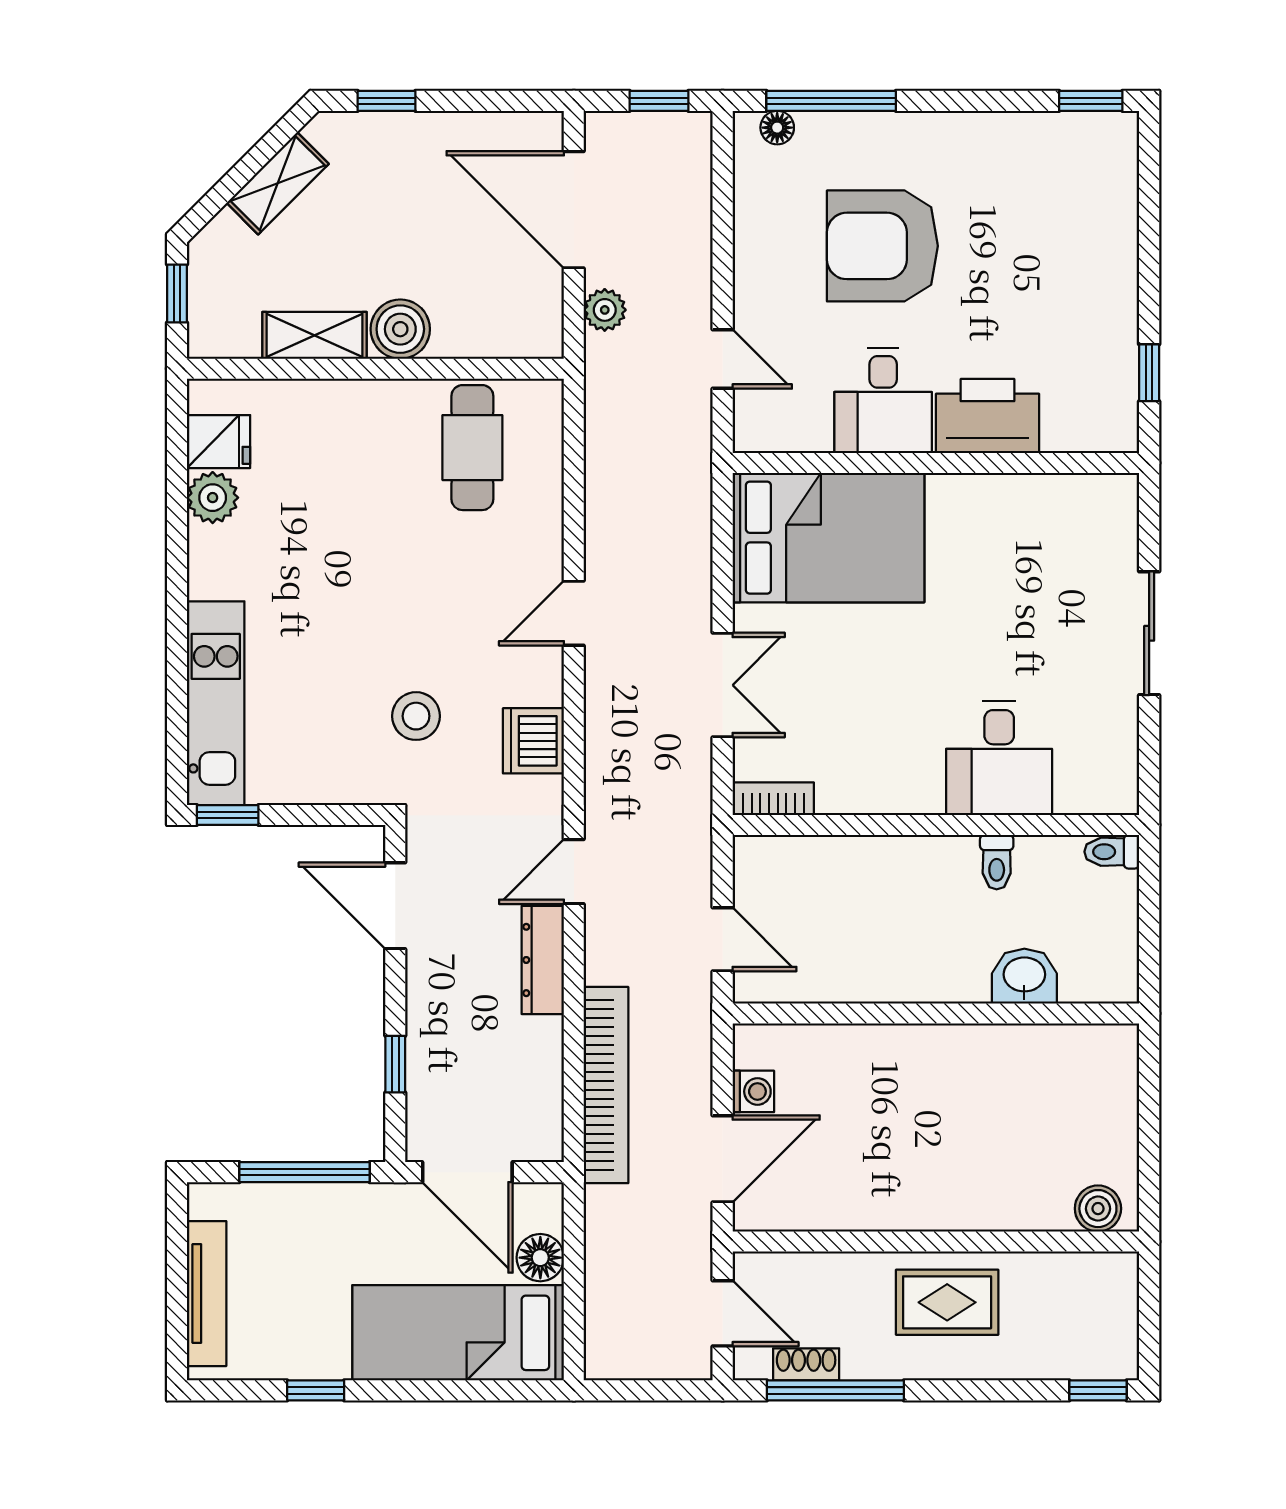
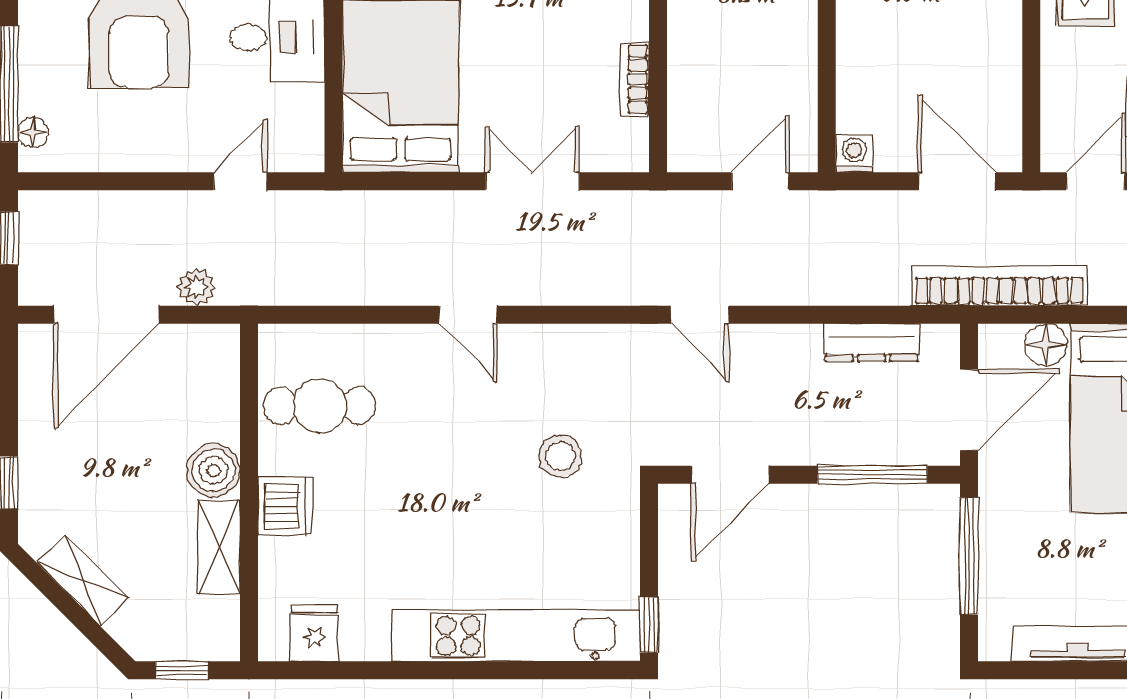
plant: (213, 498) -> (364, 638), removed
kitchen unit: (216, 703) -> (516, 636), width x1.36
dishwasher: (533, 741) -> (285, 506), moved, turned -90
bookcase: (773, 799) -> (634, 79), moved
dresser: (543, 960) -> (872, 343), moved
window: (395, 1064) -> (872, 475), width x2.17
bookcase: (606, 1085) -> (999, 286), moved
washing machine: (753, 1091) -> (854, 154), moved

